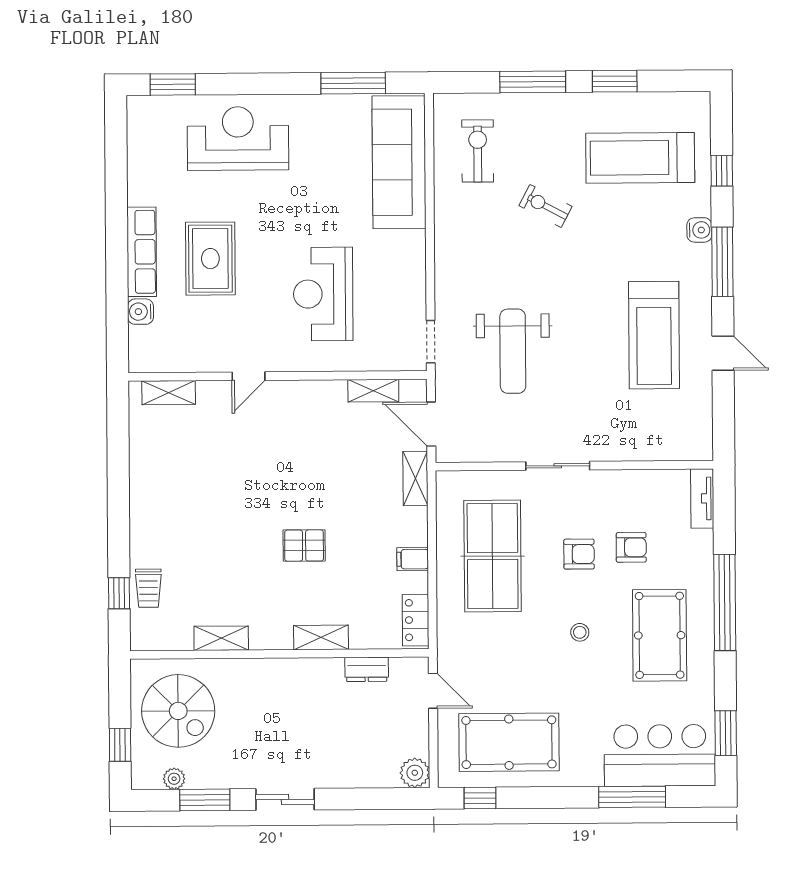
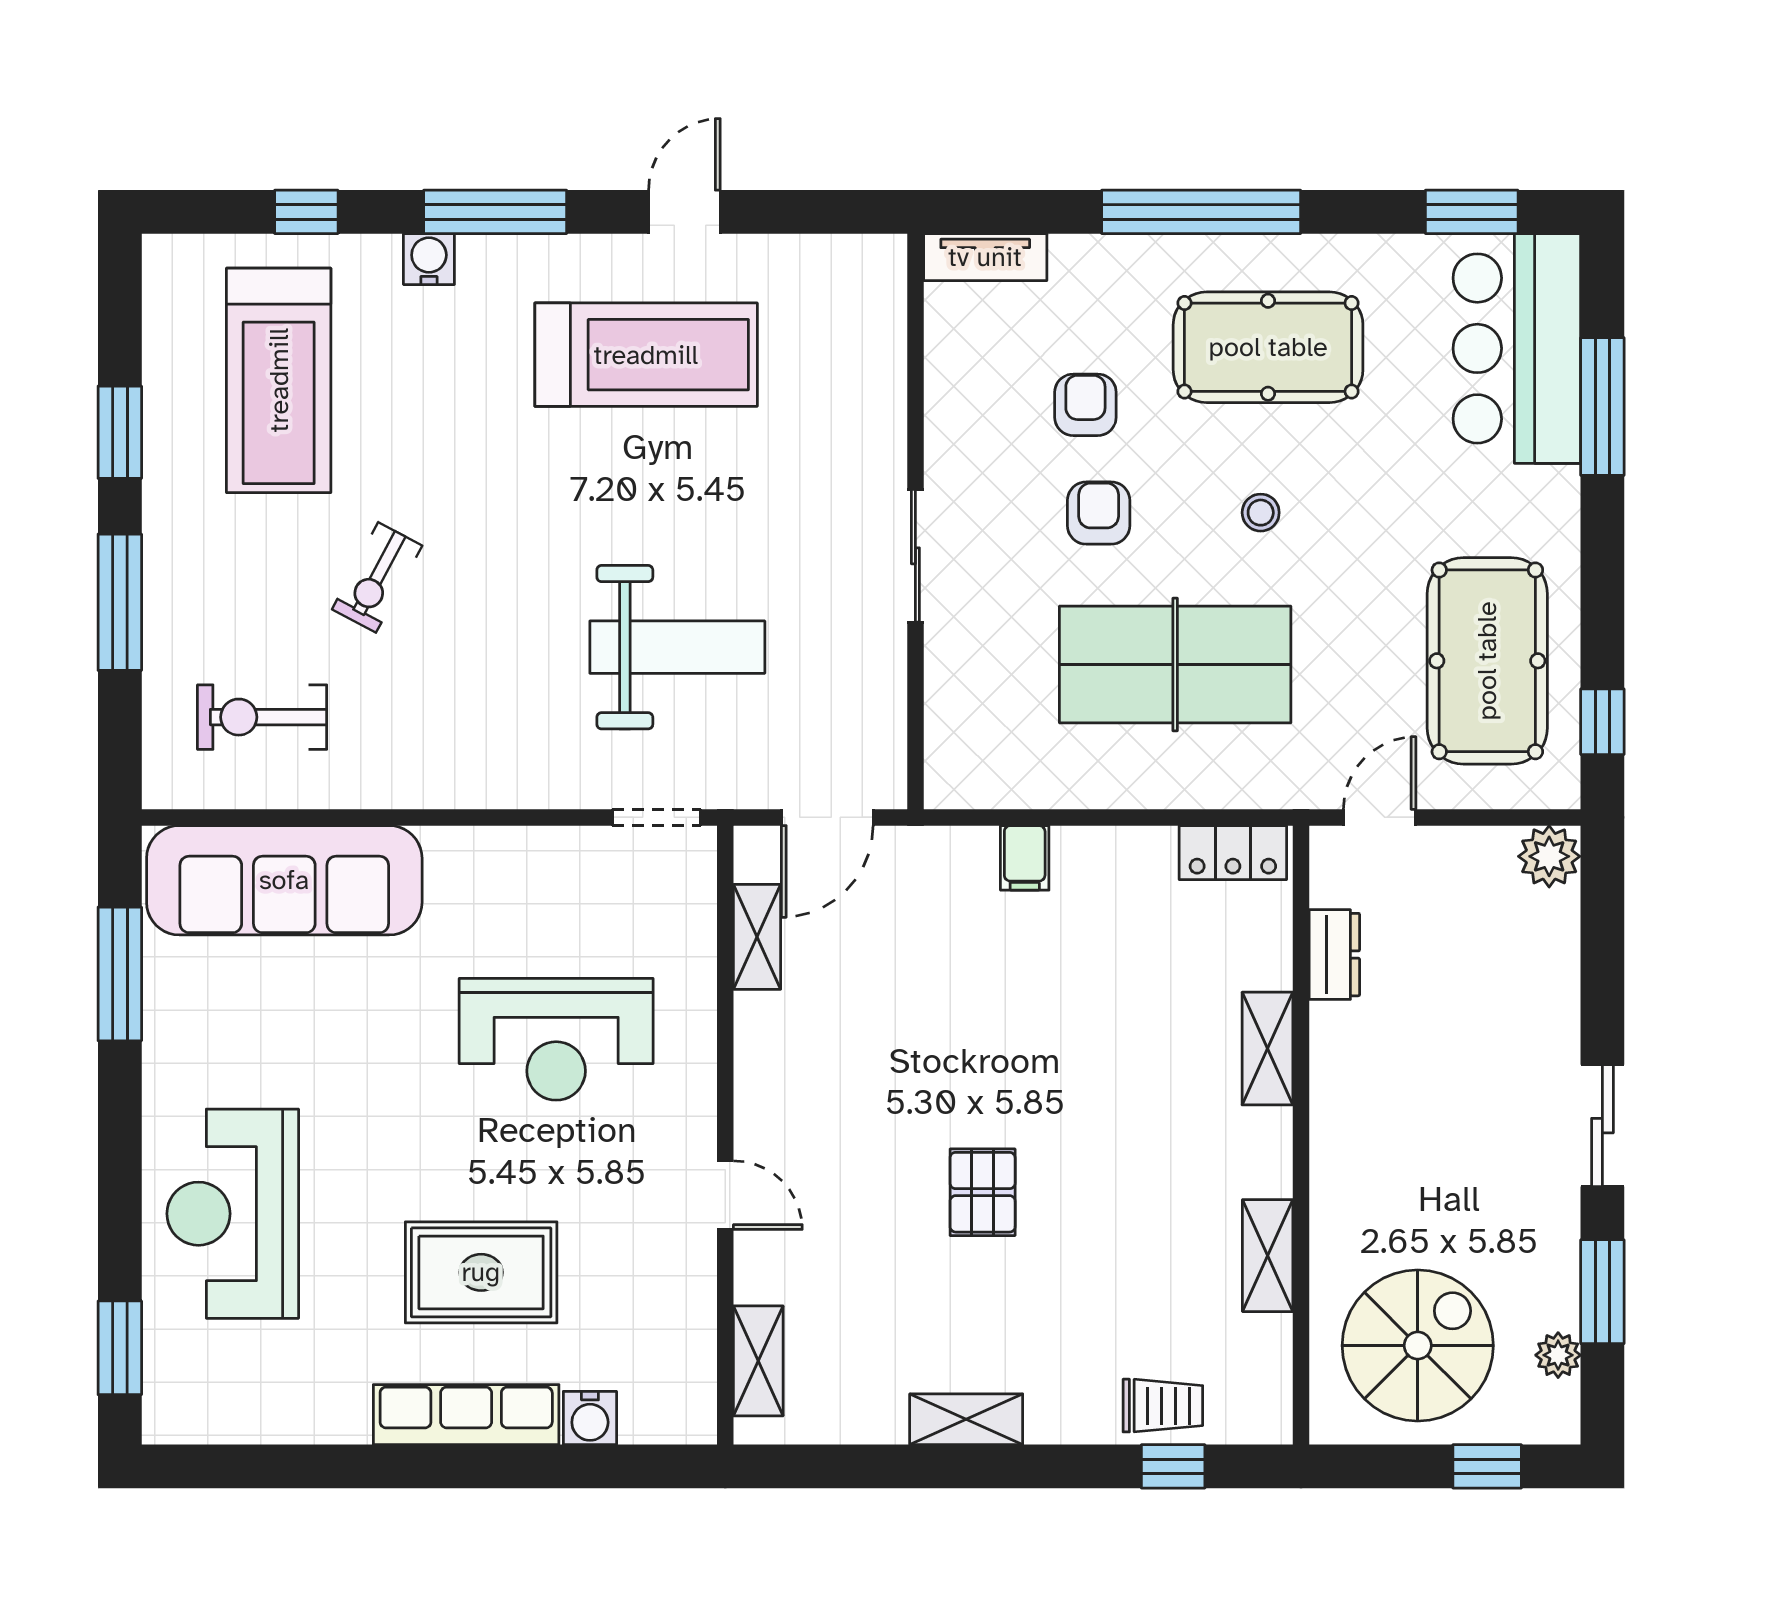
shelving: (415, 478) -> (966, 1419), moved
pallet: (304, 546) -> (983, 1192), moved
table tennis table: (493, 556) -> (1175, 665), moved
filing cabinet: (413, 559) -> (1025, 858), moved

